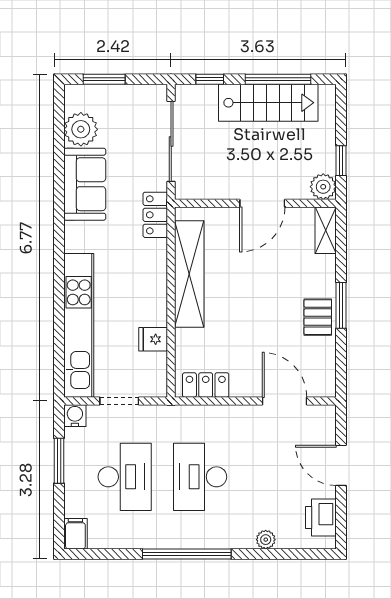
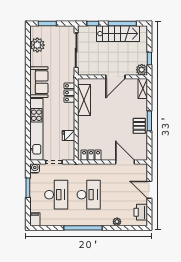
sofa: (85, 184) -> (39, 82), moved
locker: (155, 215) -> (69, 93), moved
shelving: (189, 274) -> (84, 100), width x0.68
desk: (200, 477) -> (89, 195), turned 180

